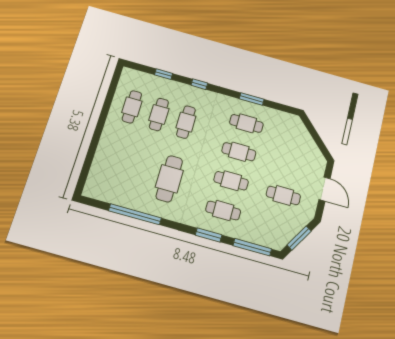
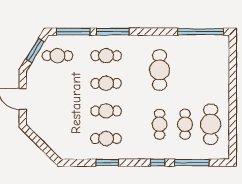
window: (164, 74) -> (192, 163), width x2.17
cafe table: (132, 107) -> (211, 124), width x1.37, depth x1.35
cafe table: (283, 195) -> (57, 56), moved
window: (135, 214) -> (201, 32), moved
window: (209, 235) -> (113, 32), width x1.44

